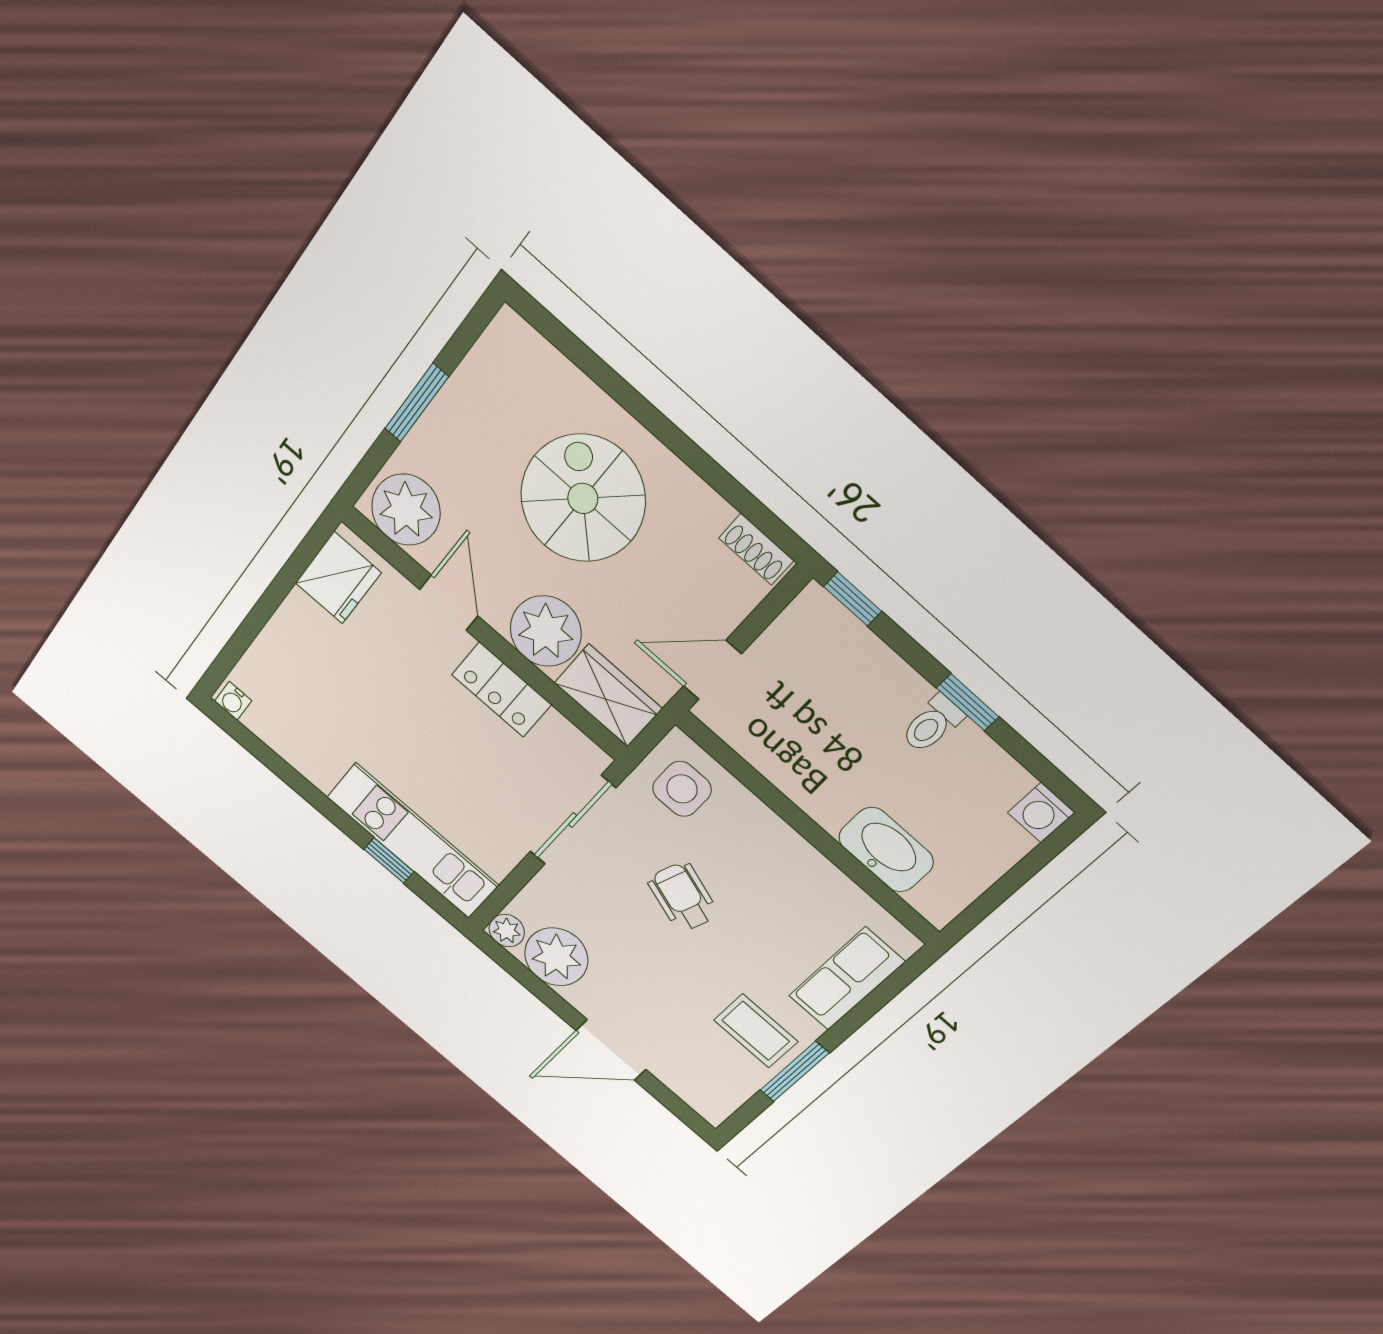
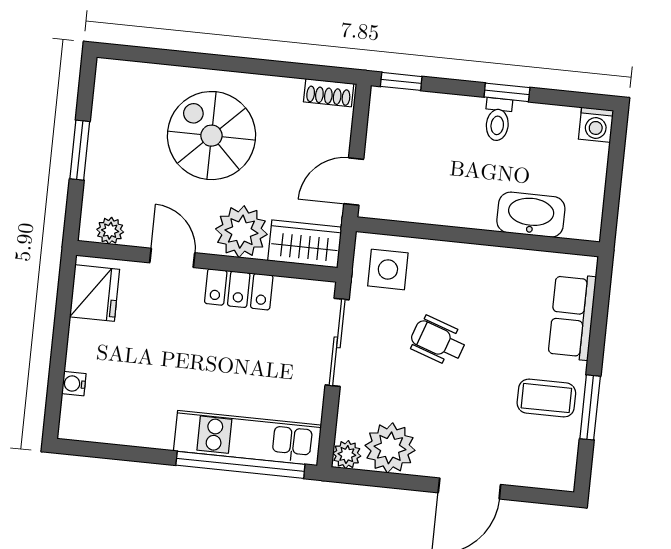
plant: (406, 510) -> (110, 231), width x0.53, depth x0.53
water cooler: (233, 701) -> (74, 384), moved, turned 90
window: (389, 860) -> (240, 465), width x3.17

